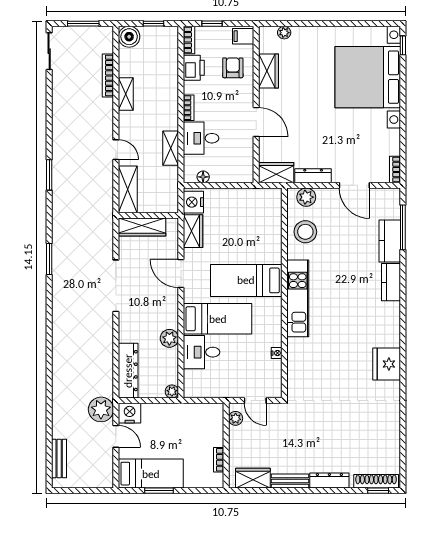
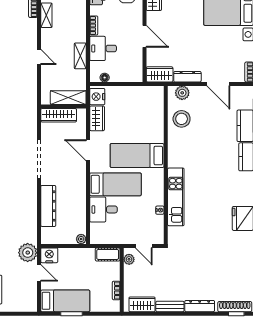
shelving: (128, 189) -> (68, 98), moved, turned 90
kitchen unit: (298, 298) -> (176, 197), moved
plant: (169, 338) -> (79, 199), removed
dresser: (128, 371) -> (48, 206), moved
cot: (207, 412) -> (108, 254), added

